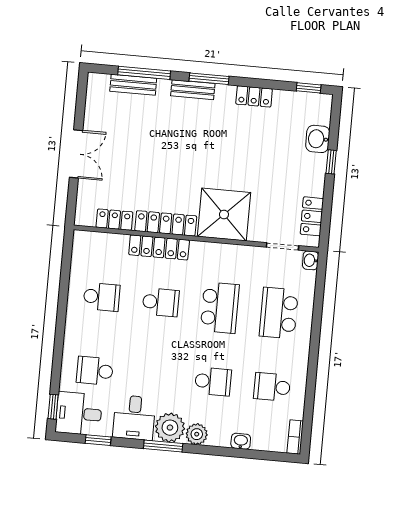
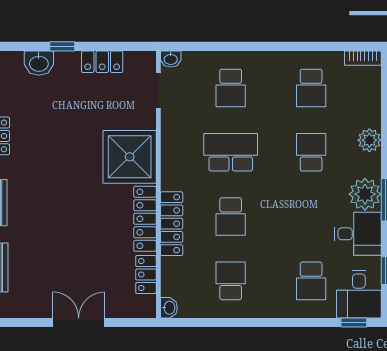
locker: (312, 216) -> (102, 62), moved
school desk: (161, 302) -> (231, 217), turned 180
school desk: (279, 313) -> (231, 88), width x0.54
plant: (197, 434) -> (369, 140), moved
washbasin: (241, 441) -> (169, 308), moved, turned 180

